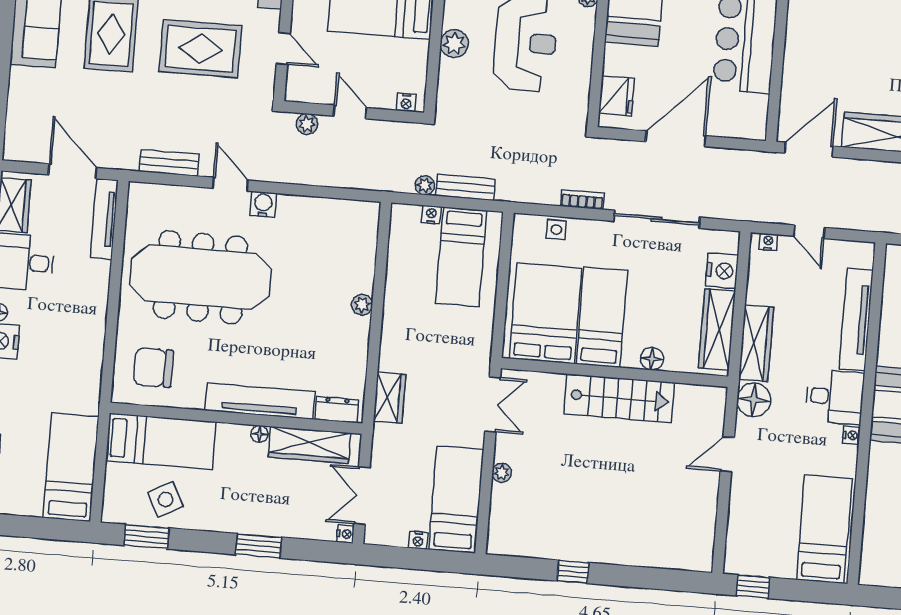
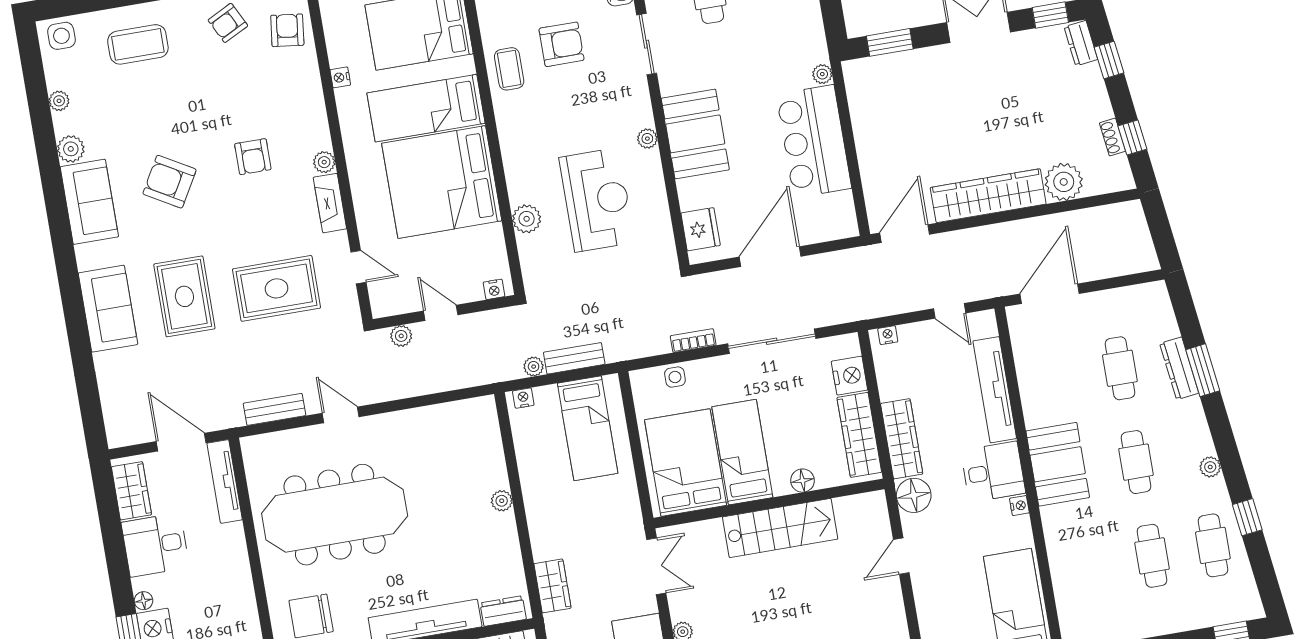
water cooler: (263, 204) -> (378, 426), removed
nightstand: (431, 215) -> (523, 398), moved
door: (809, 232) -> (950, 311), moved

